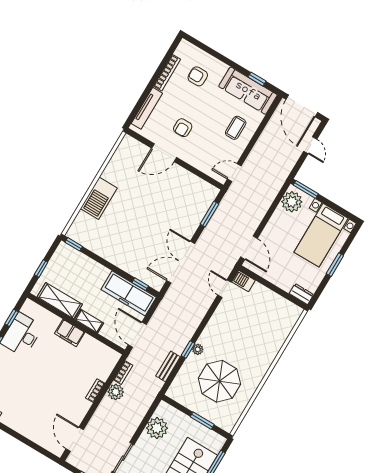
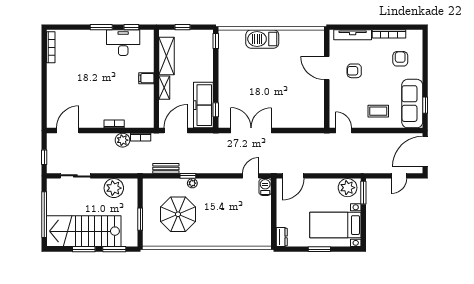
window: (209, 214) -> (301, 130), removed
filing cabinet: (70, 333) -> (146, 78), width x0.50

